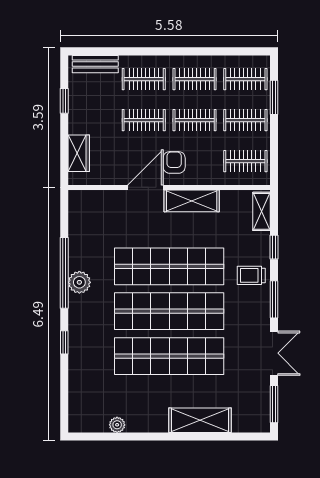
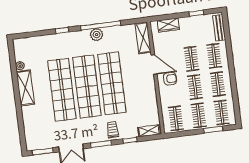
shelving: (192, 201) -> (143, 38), moved
shelving: (200, 420) -> (25, 88), moved

